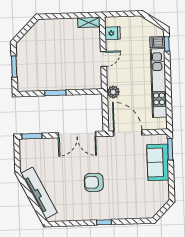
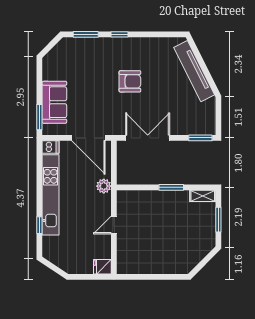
shelving: (89, 22) -> (203, 196), moved
fridge: (113, 33) -> (102, 267), moved
dishwasher: (157, 42) -> (51, 147), moved
window: (167, 44) -> (39, 225), moved
window: (133, 221) -> (86, 34), added

